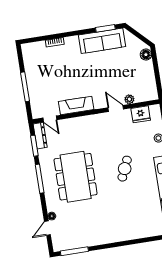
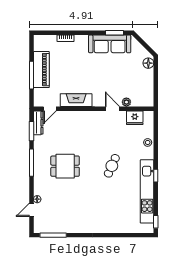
piano: (35, 79) -> (41, 70), added
door: (50, 119) -> (50, 109), hinge flipped
dining table: (76, 177) -> (65, 166), width x0.53, depth x0.80

